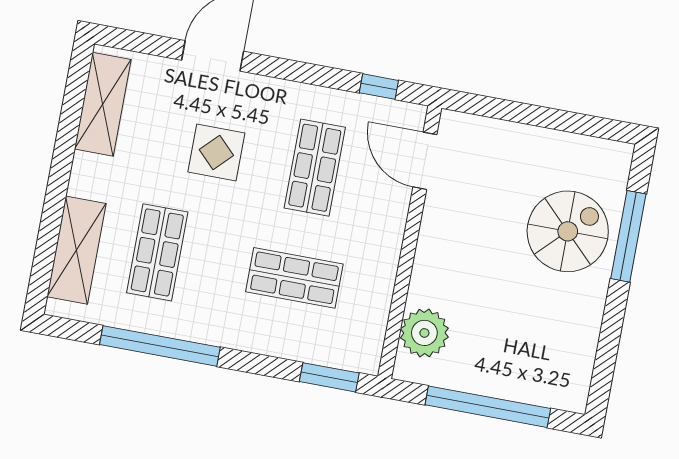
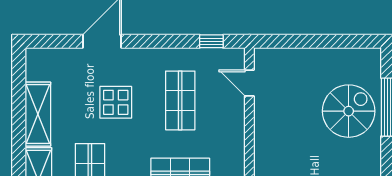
shelving: (103, 104) -> (38, 114), moved
door: (425, 161) -> (249, 83), width x0.73

